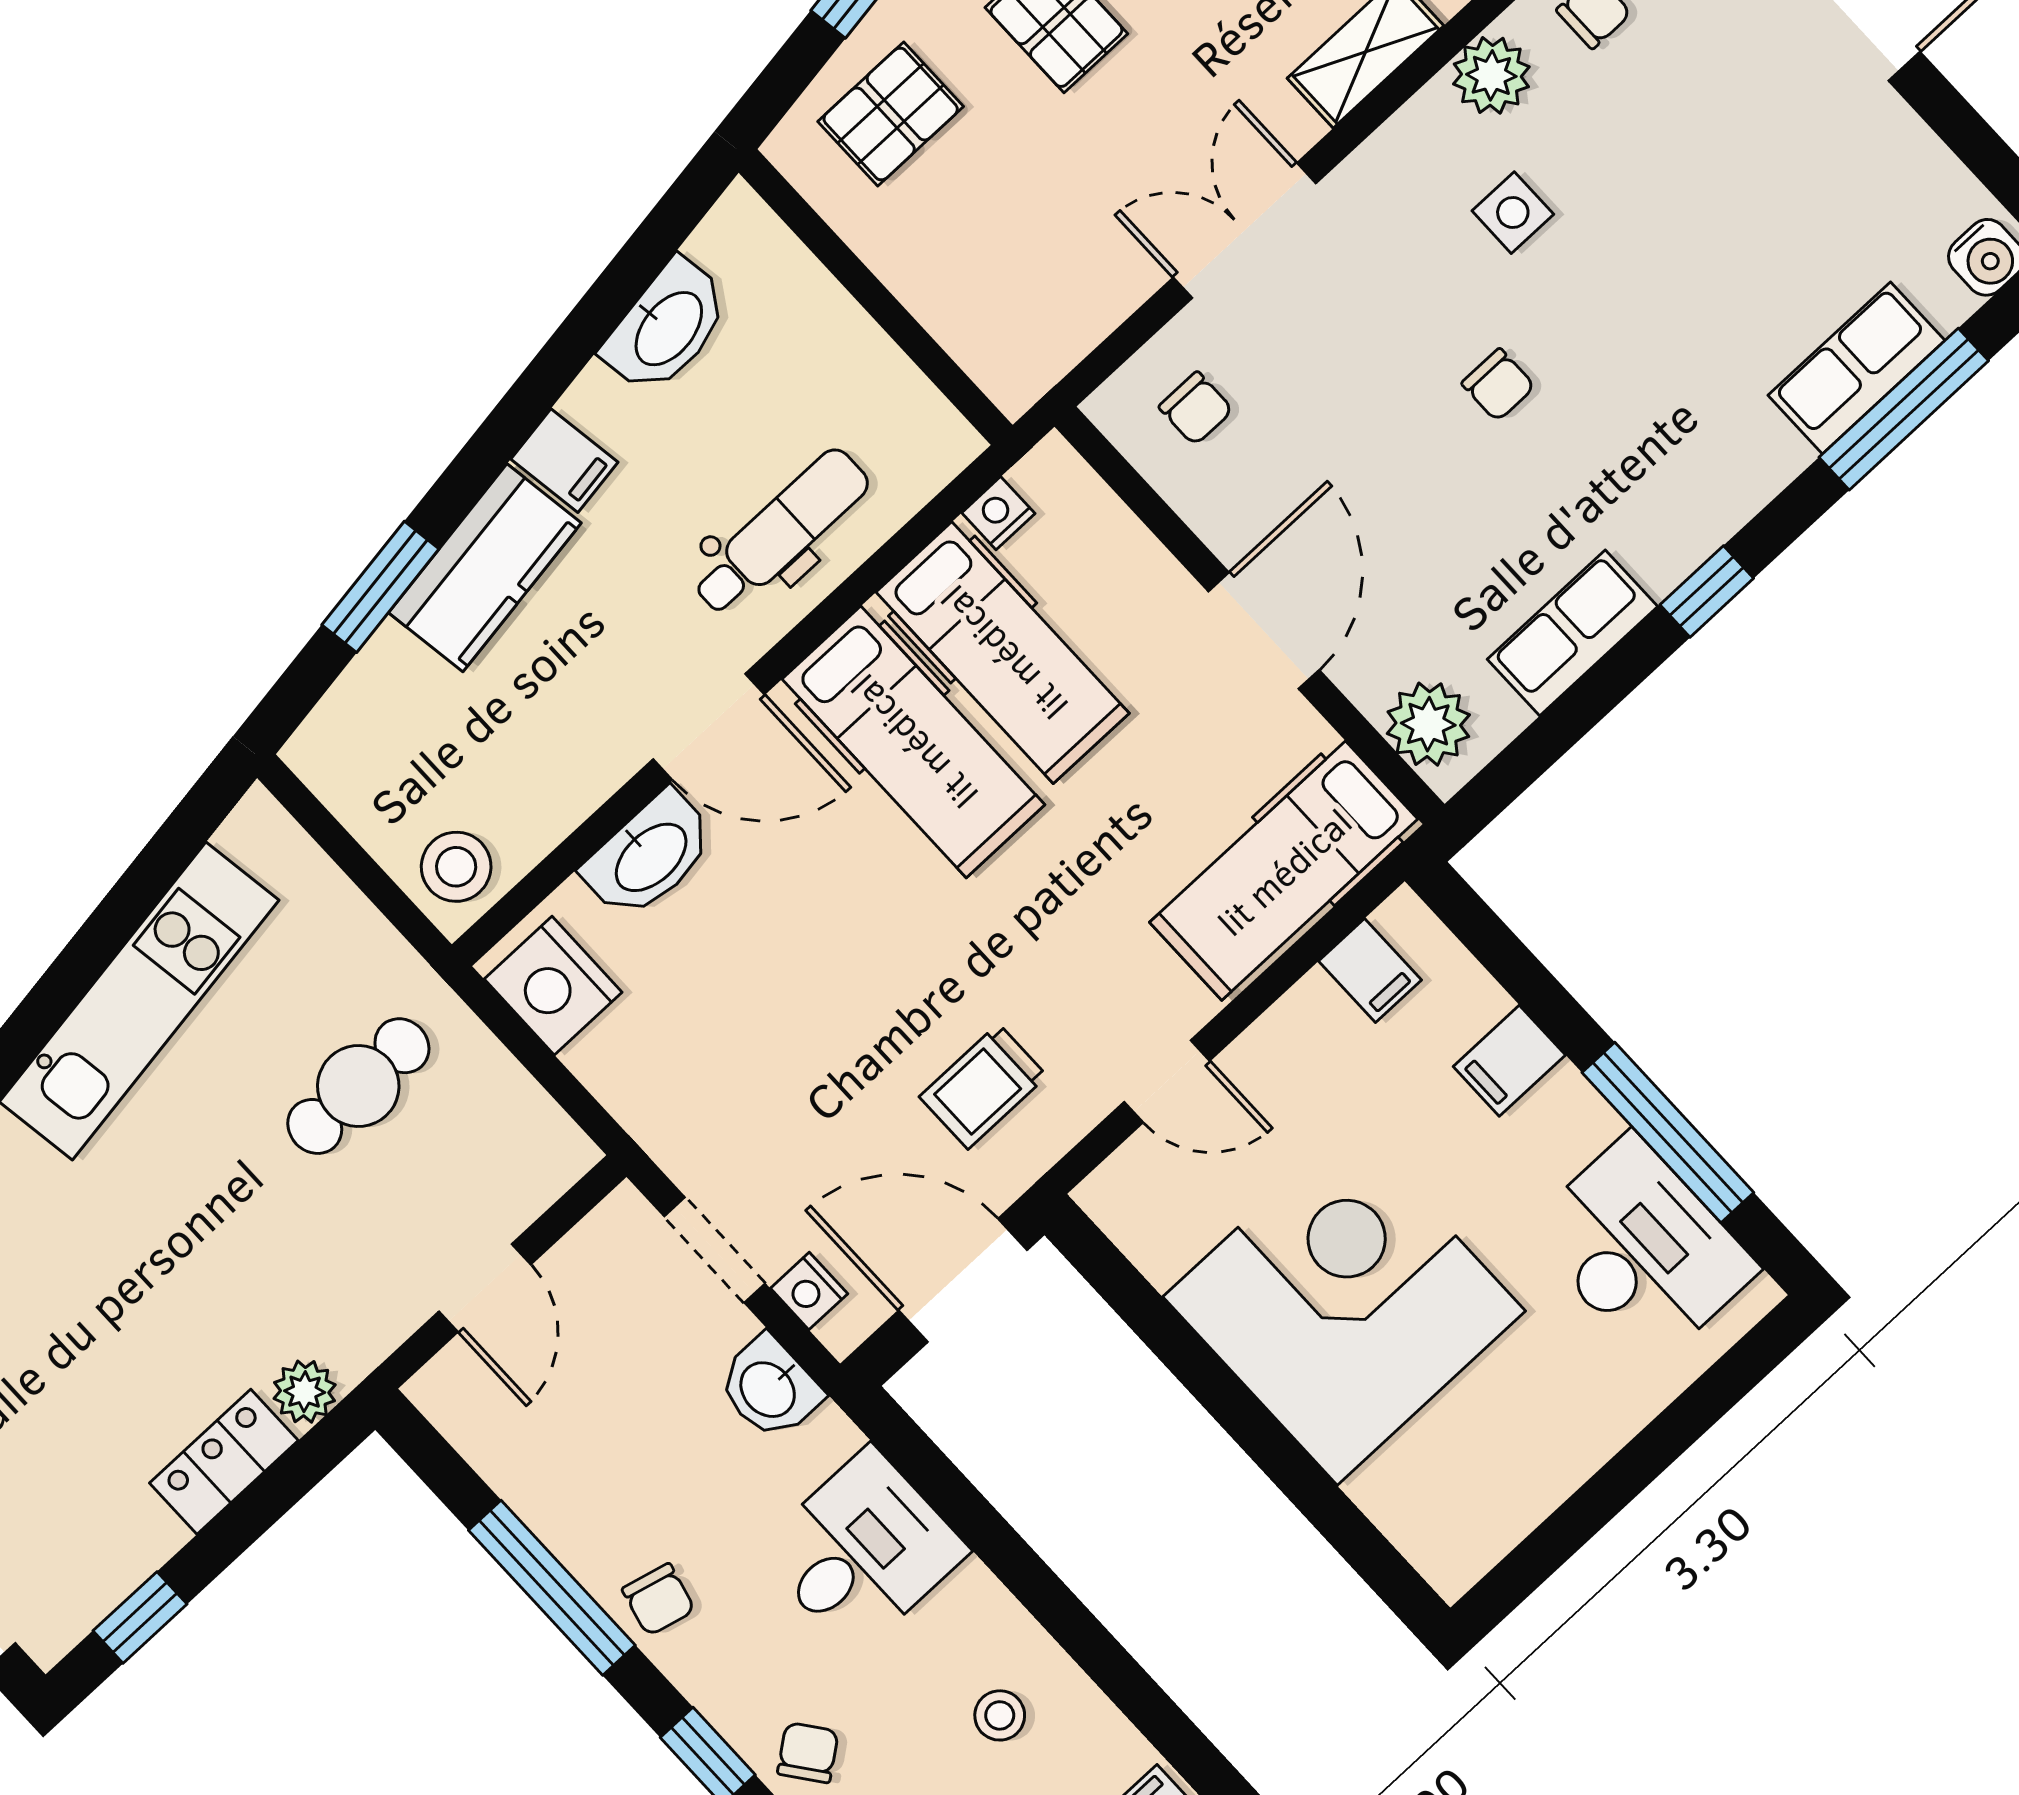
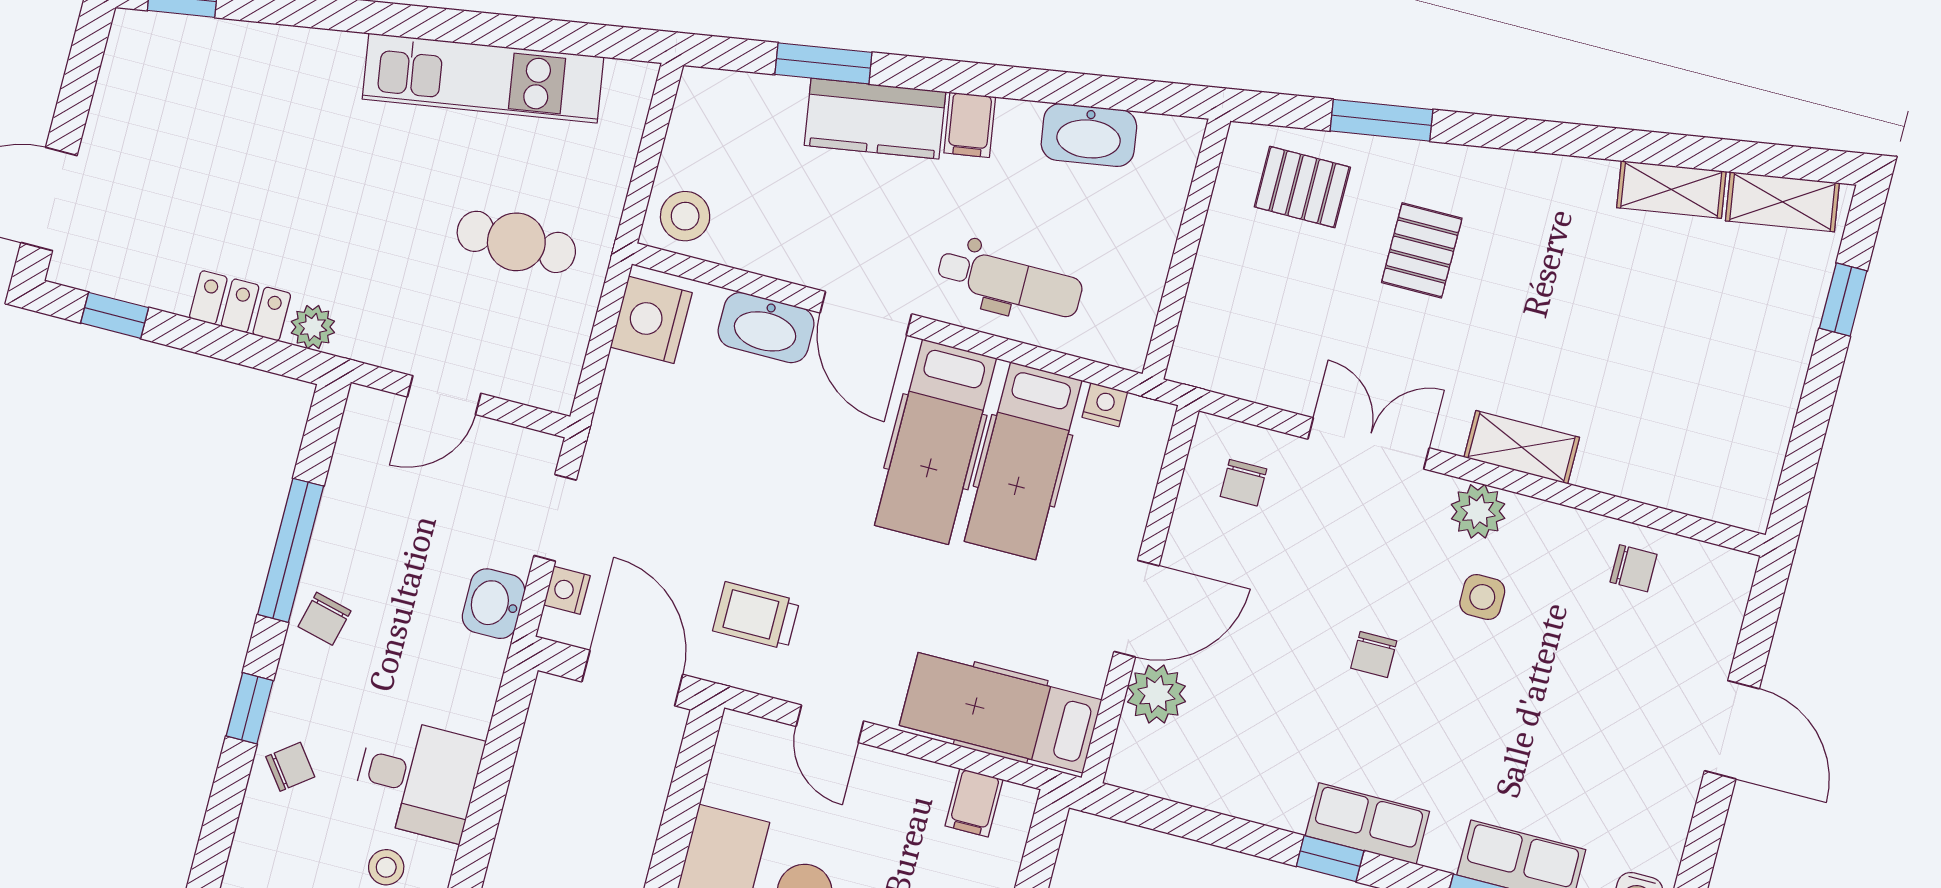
plant: (1491, 75) -> (1478, 511), moved
row of seats: (1573, 633) -> (1367, 824), moved
plant: (1428, 724) -> (1156, 694), moved
desk: (863, 1551) -> (417, 779), moved

